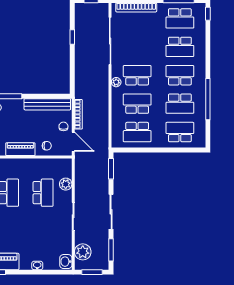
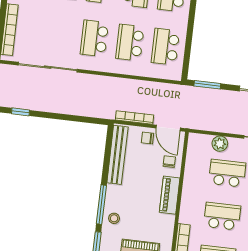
window: (72, 37) -> (21, 112), moved
plant: (116, 82) -> (100, 66), removed
school desk: (137, 132) -> (165, 47), turned 180
door: (73, 142) -> (168, 128), swing flipped

